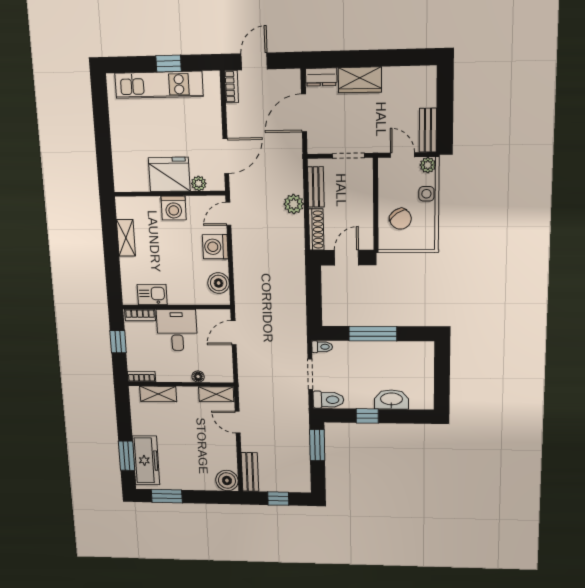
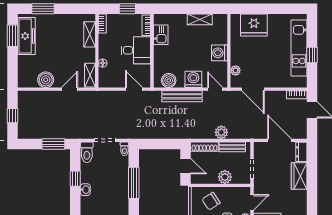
fridge: (169, 174) -> (254, 25), moved, turned 90
plant: (363, 198) -> (225, 177), added
washbasin: (391, 400) -> (85, 190), width x0.52, depth x0.69
freezer: (146, 460) -> (26, 36), moved, turned -90
bench: (250, 472) -> (182, 96), moved, width x1.36
boiler: (227, 481) -> (46, 80), moved

